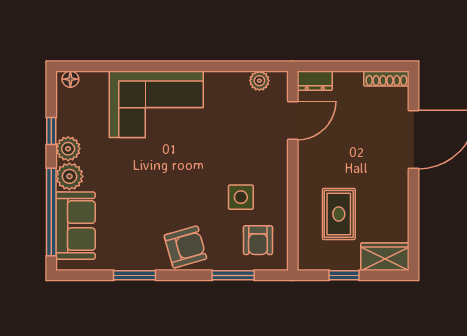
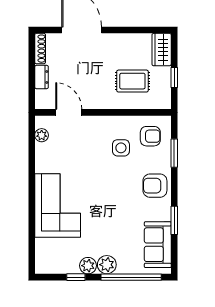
floor lamp: (70, 79) -> (41, 264), removed
dresser: (315, 81) -> (42, 77), moved
sofa: (75, 226) -> (158, 245), moved, turned -90
armchair: (185, 247) -> (155, 186), turned -74

